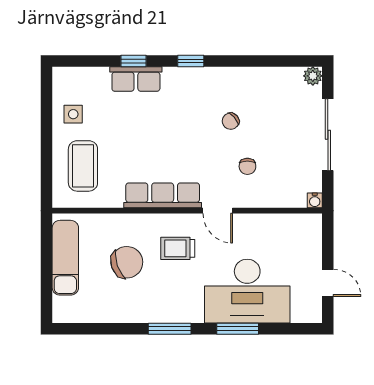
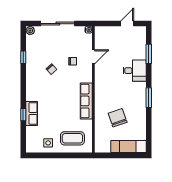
window: (191, 61) -> (23, 57), moved
door: (218, 211) -> (93, 57), moved
trolley: (178, 248) -> (111, 94), removed
exam couch: (65, 258) -> (128, 147), moved
desk: (247, 291) -> (135, 71), width x0.53, depth x0.77
window: (238, 329) -> (149, 54), moved

